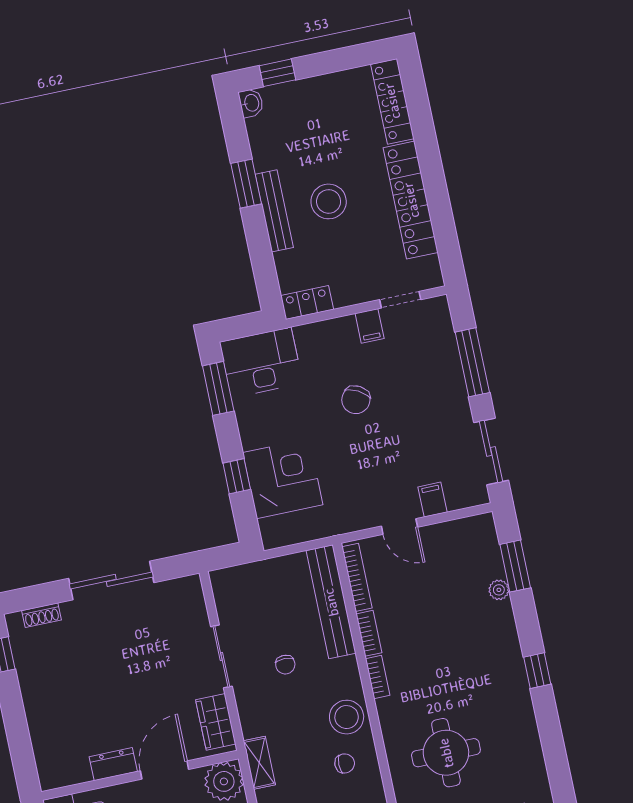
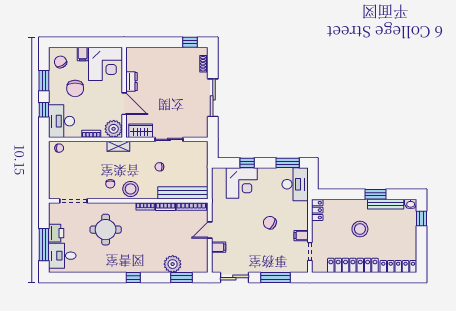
bench: (274, 211) -> (386, 204), moved
plant: (499, 590) -> (173, 264), width x1.88, depth x1.88

